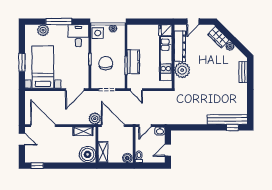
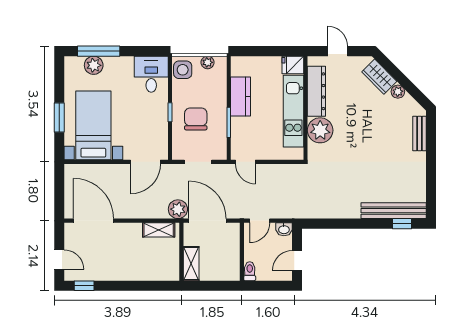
window: (59, 22) -> (99, 51), moved
door: (193, 22) -> (338, 51), swing flipped
kitchen counter: (133, 62) -> (241, 97), moved
door: (22, 139) -> (59, 260), moved
boiler: (88, 154) -> (166, 267), removed
boiler: (127, 158) -> (231, 273), removed

